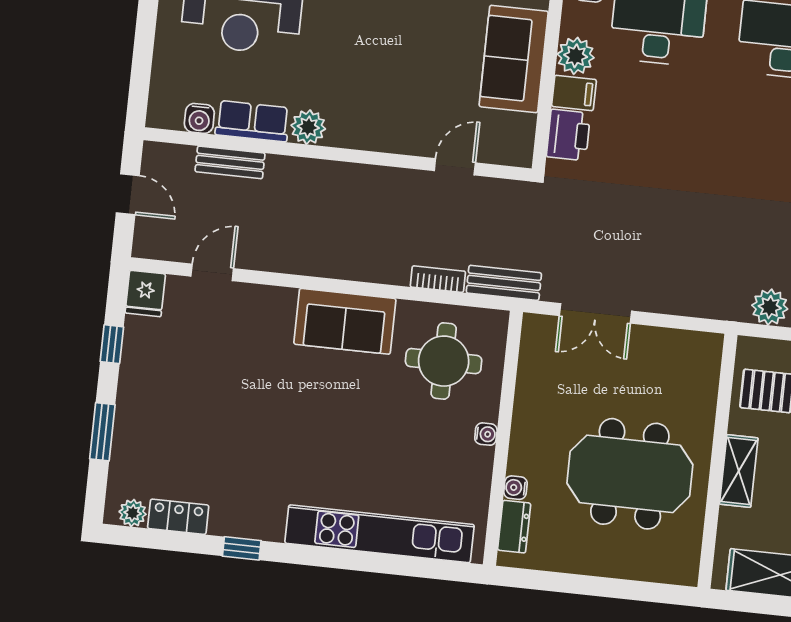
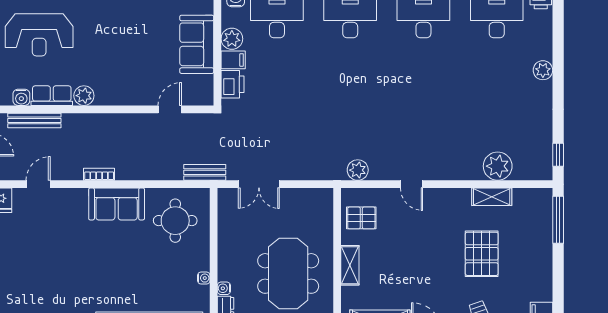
bench: (230, 162) -> (34, 120), width x1.36
bookcase: (438, 279) -> (99, 174), moved
water cooler: (486, 434) -> (204, 278), moved
meeting table: (630, 474) -> (288, 273), turned 90

